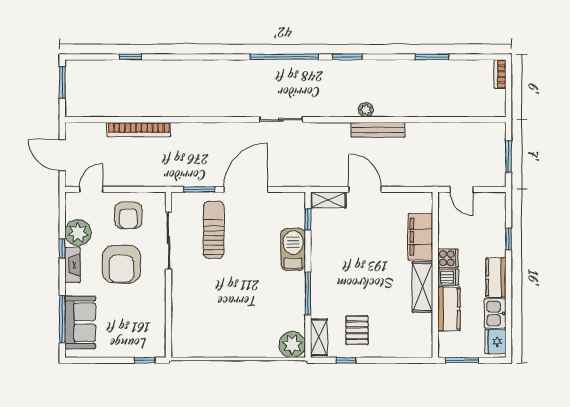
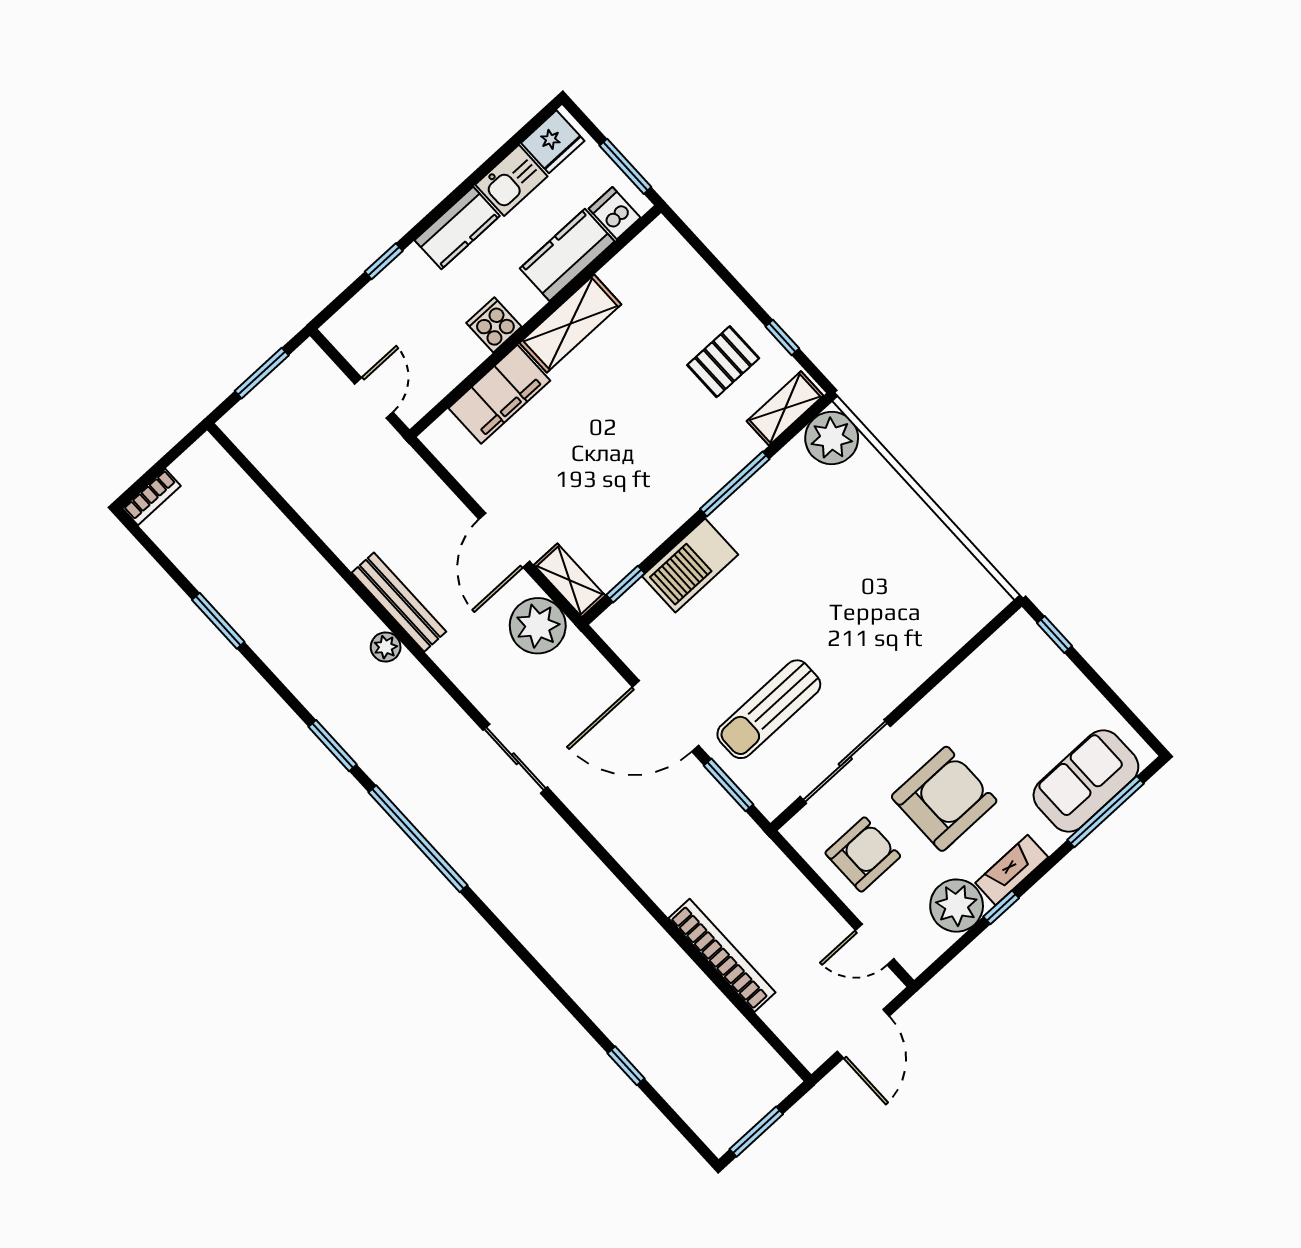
plant: (322, 173) -> (538, 626), added
dishwasher: (448, 277) -> (615, 213), moved

